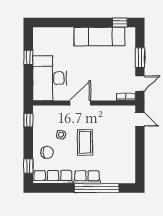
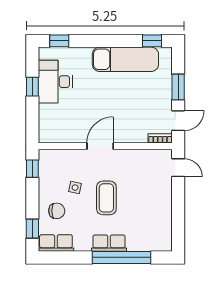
window: (49, 22) -> (59, 41), added
desk: (50, 78) -> (55, 82), moved, width x0.73, depth x0.77
row of seats: (53, 177) -> (56, 243), width x0.68

